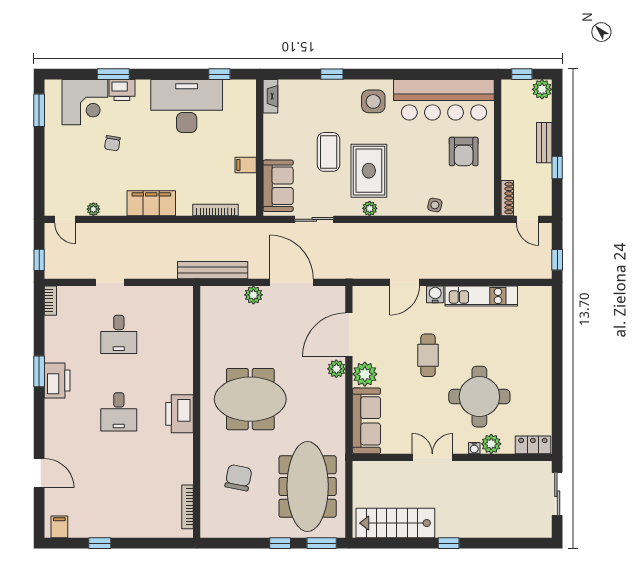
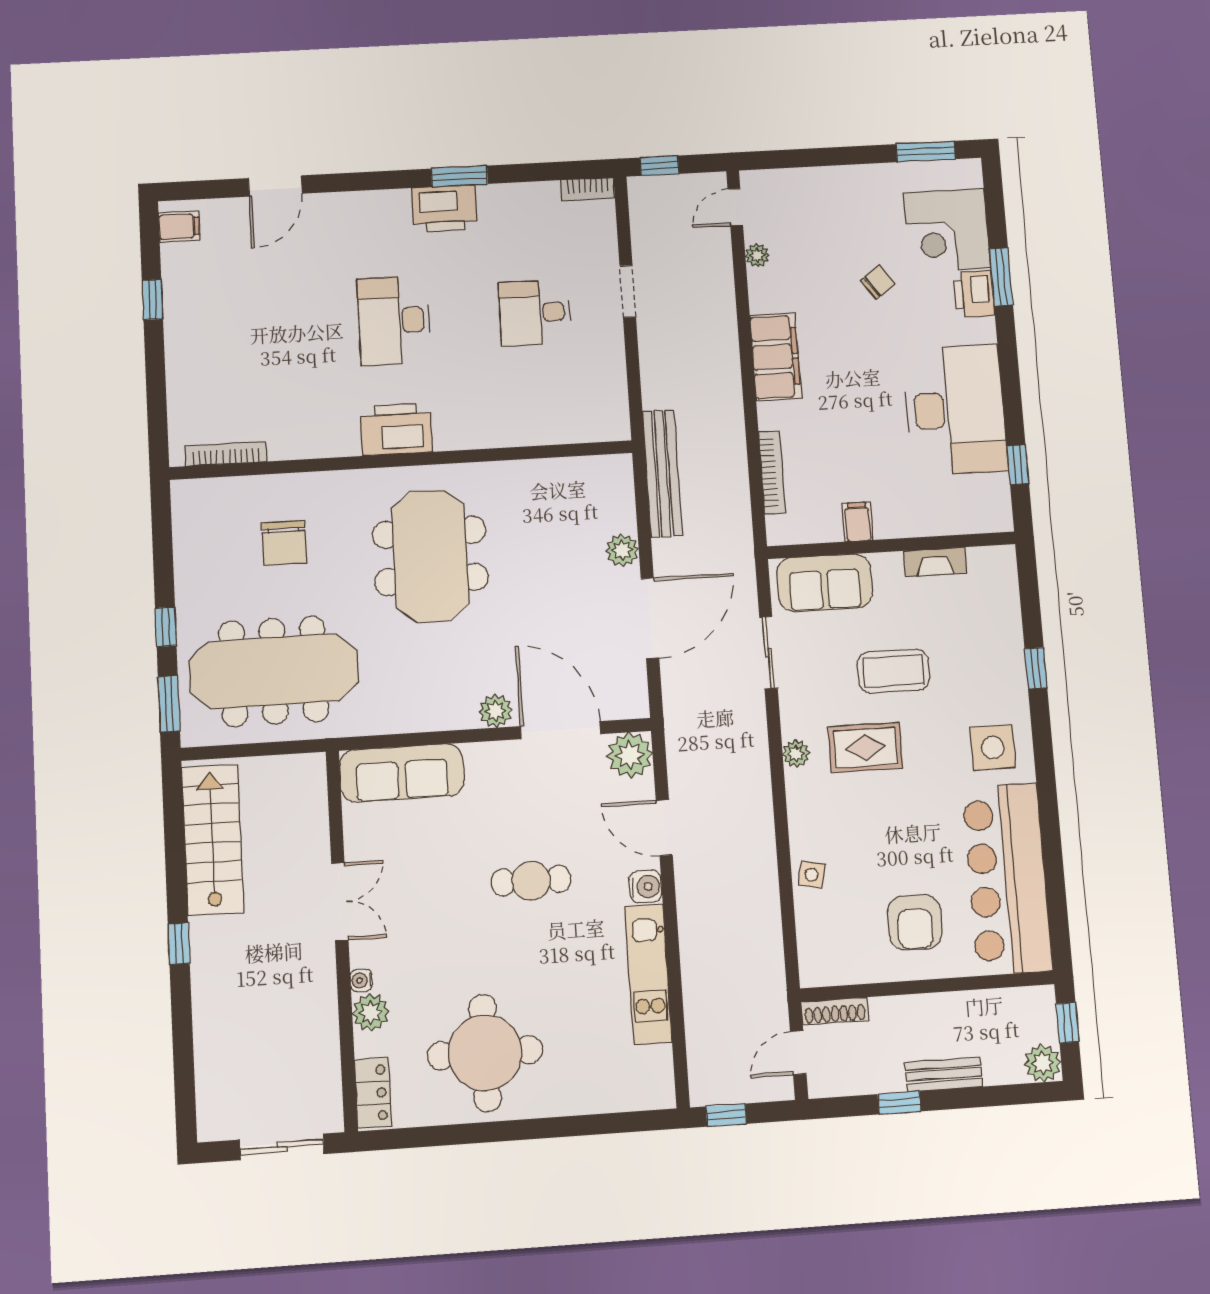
fireplace: (270, 96) -> (935, 562), moved
chair: (112, 143) -> (878, 282), turned 135
armchair: (464, 151) -> (915, 922), turned -90
rug: (369, 171) -> (865, 748), width x0.73, depth x0.70
plant: (365, 374) -> (630, 755), moved
round table: (479, 397) -> (485, 1053), moved
desk: (119, 412) -> (394, 320), width x1.37
chair: (238, 478) -> (284, 543), turned 79

